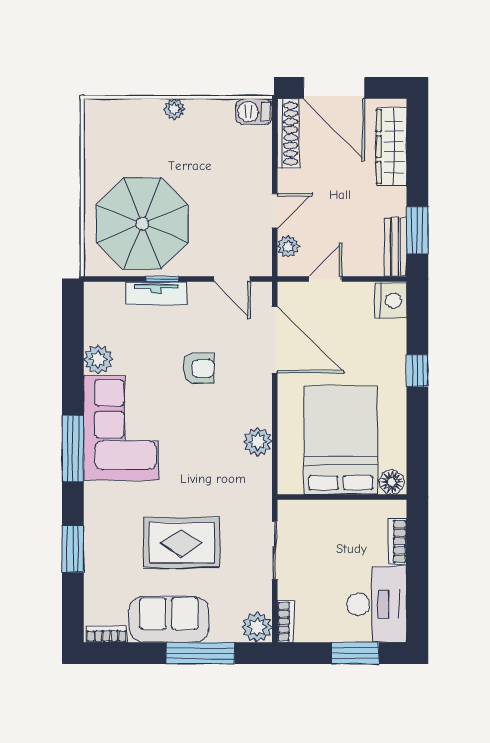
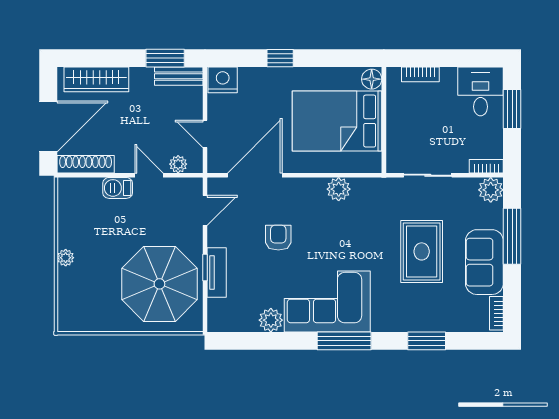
barbecue: (254, 112) -> (118, 188), moved, turned 90
desk: (377, 604) -> (481, 91), width x0.73

